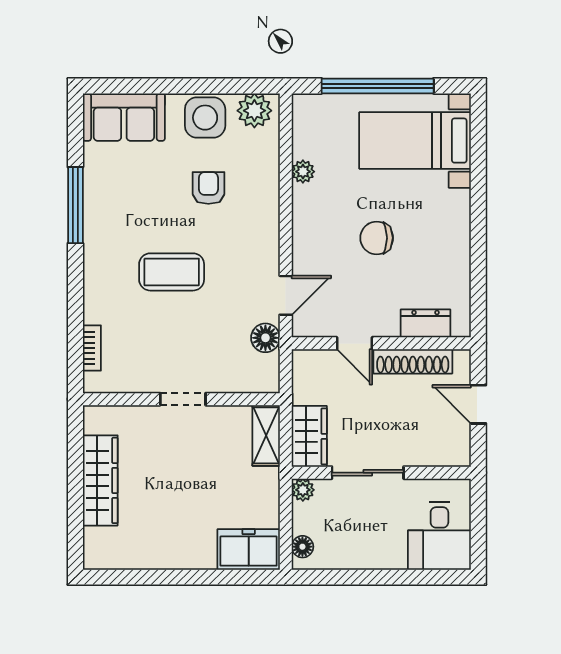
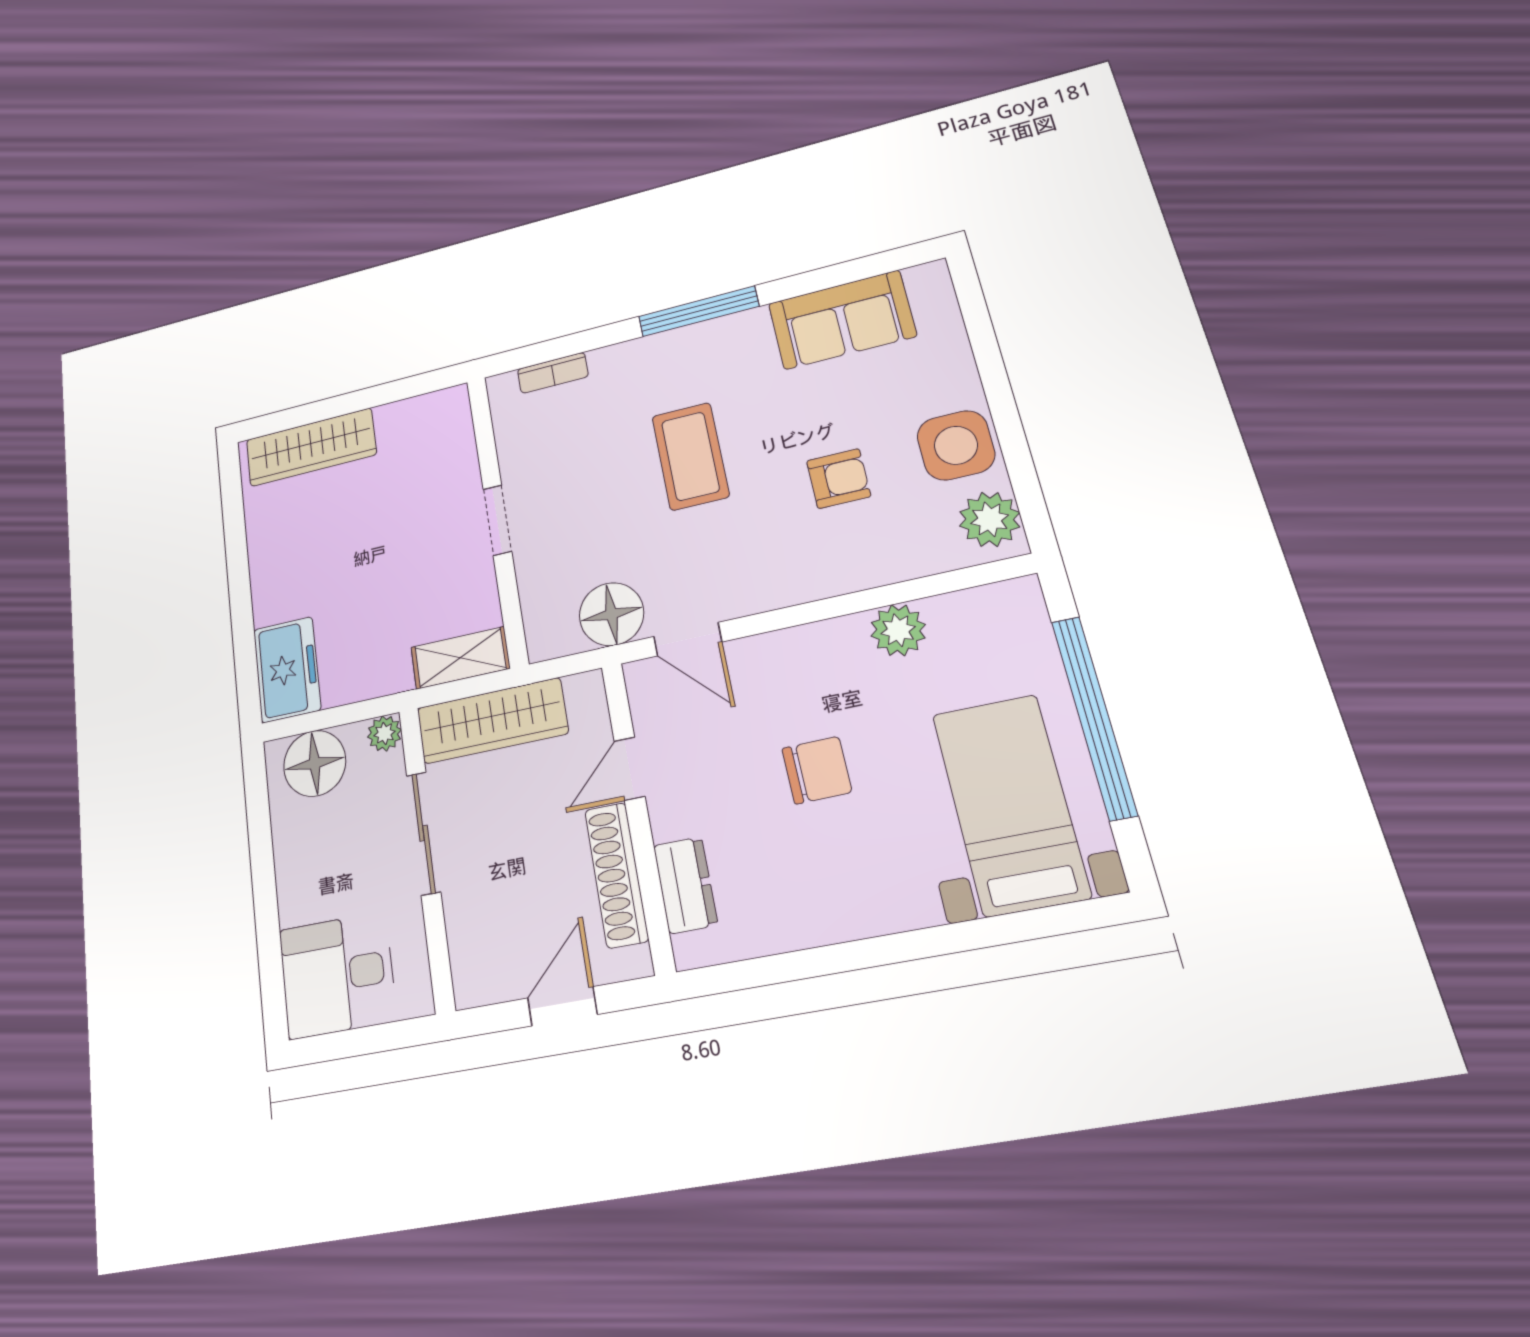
sofa: (124, 117) -> (842, 320), moved, turned -90
plant: (303, 172) -> (898, 630), width x1.38, depth x1.38
window: (75, 205) -> (699, 311), moved
chair: (377, 238) -> (817, 770), turned 89
floor lamp: (265, 338) -> (611, 614), width x1.38, depth x1.38
wardrobe: (309, 436) -> (492, 721), width x1.50
wardrobe: (100, 480) -> (311, 447), moved
floor lamp: (302, 547) -> (315, 763), width x1.89, depth x1.89

